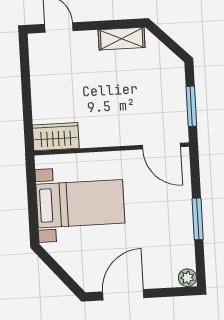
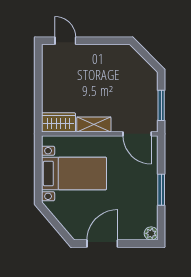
shelving: (122, 39) -> (94, 124), moved

